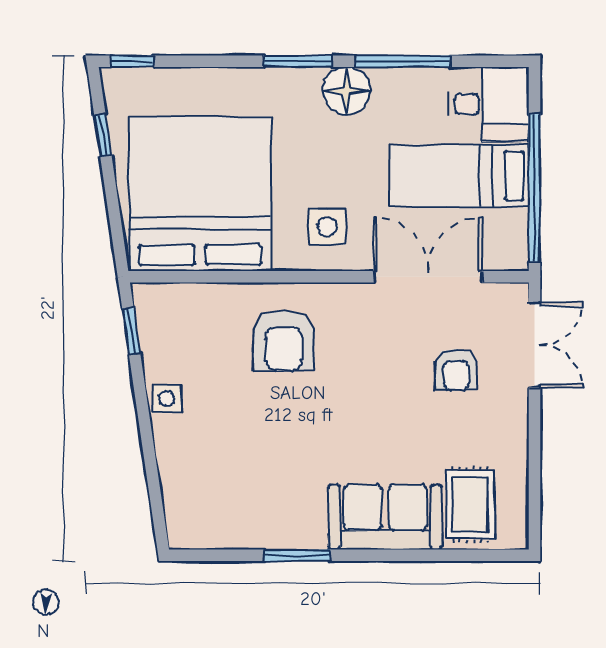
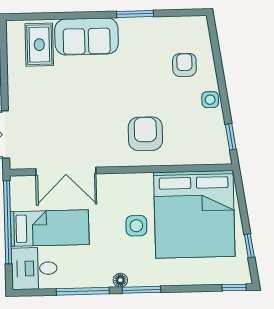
floor lamp: (346, 91) -> (120, 280), width x0.53, depth x0.53
side table: (327, 227) -> (136, 226), moved
armchair: (456, 369) -> (184, 65), moved

